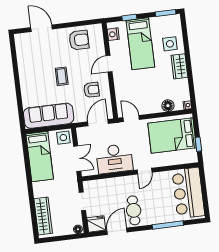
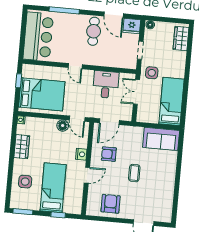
nightstand: (113, 34) -> (81, 154), moved
armchair: (79, 40) -> (111, 204), turned 90
wardrobe: (179, 66) -> (22, 147), moved
floor lamp: (168, 106) -> (63, 126), moved
sofa: (49, 116) -> (161, 139), width x0.73
side table: (63, 138) -> (152, 73), moved
desk: (114, 159) -> (106, 85), width x0.73
door: (145, 171) -> (75, 66), swing flipped
wardrobe: (43, 216) -> (181, 38), width x0.67
door: (117, 231) -> (114, 15), hinge flipped

